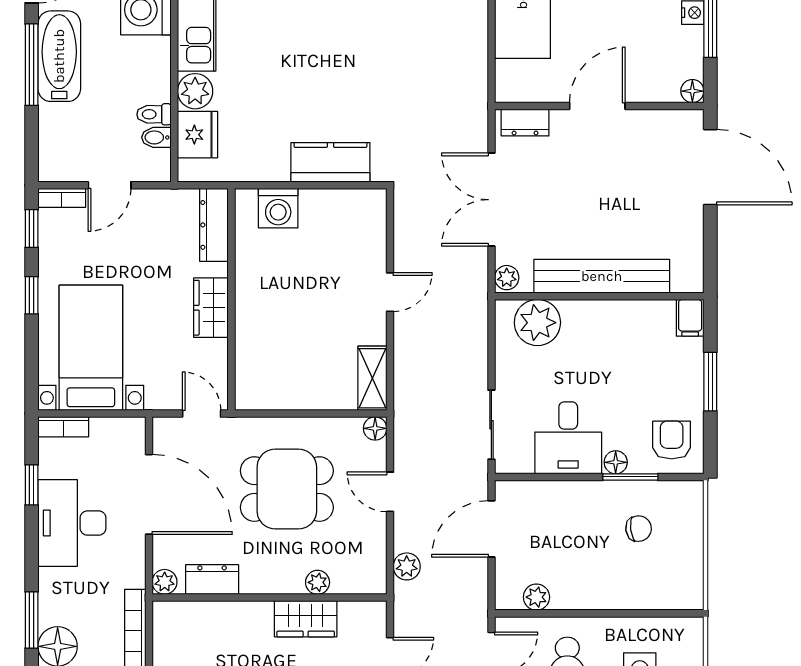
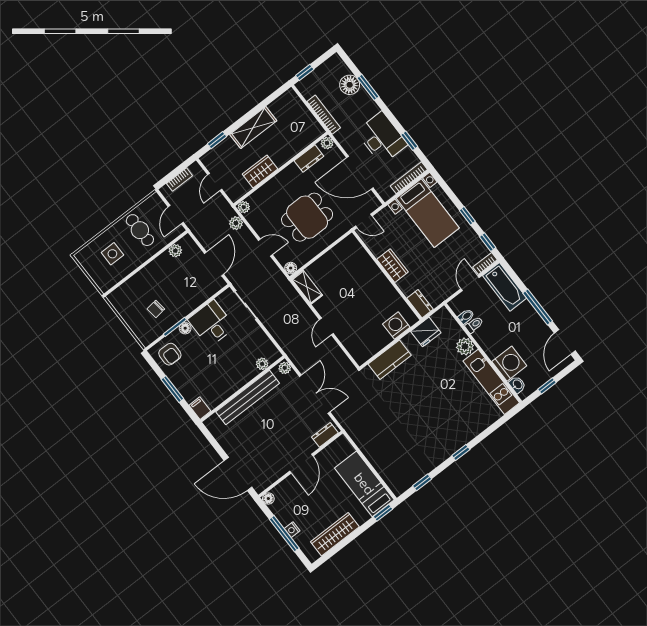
bathtub: (59, 56) -> (505, 287), moved
fridge: (198, 135) -> (426, 332), moved, turned -90
dresser: (214, 225) -> (420, 304), width x0.70
plant: (537, 323) -> (262, 364), width x0.53, depth x0.53
bookcase: (63, 427) -> (409, 178), width x1.56
plant: (318, 582) -> (244, 207), moved

